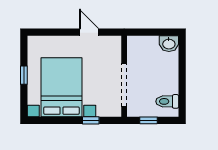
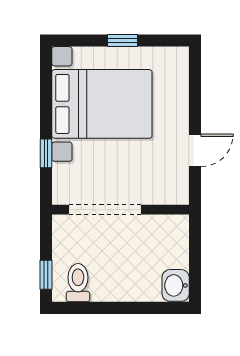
window: (149, 120) -> (46, 275), moved

